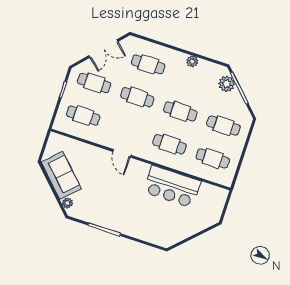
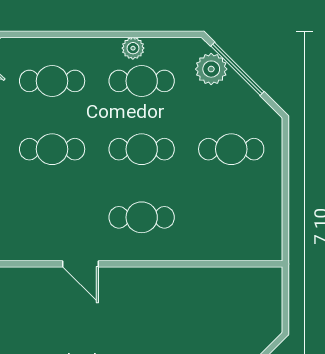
door: (122, 153) -> (80, 264), moved
cafe table: (213, 158) -> (142, 81), moved
bar counter: (172, 187) -> (173, 295), removed

